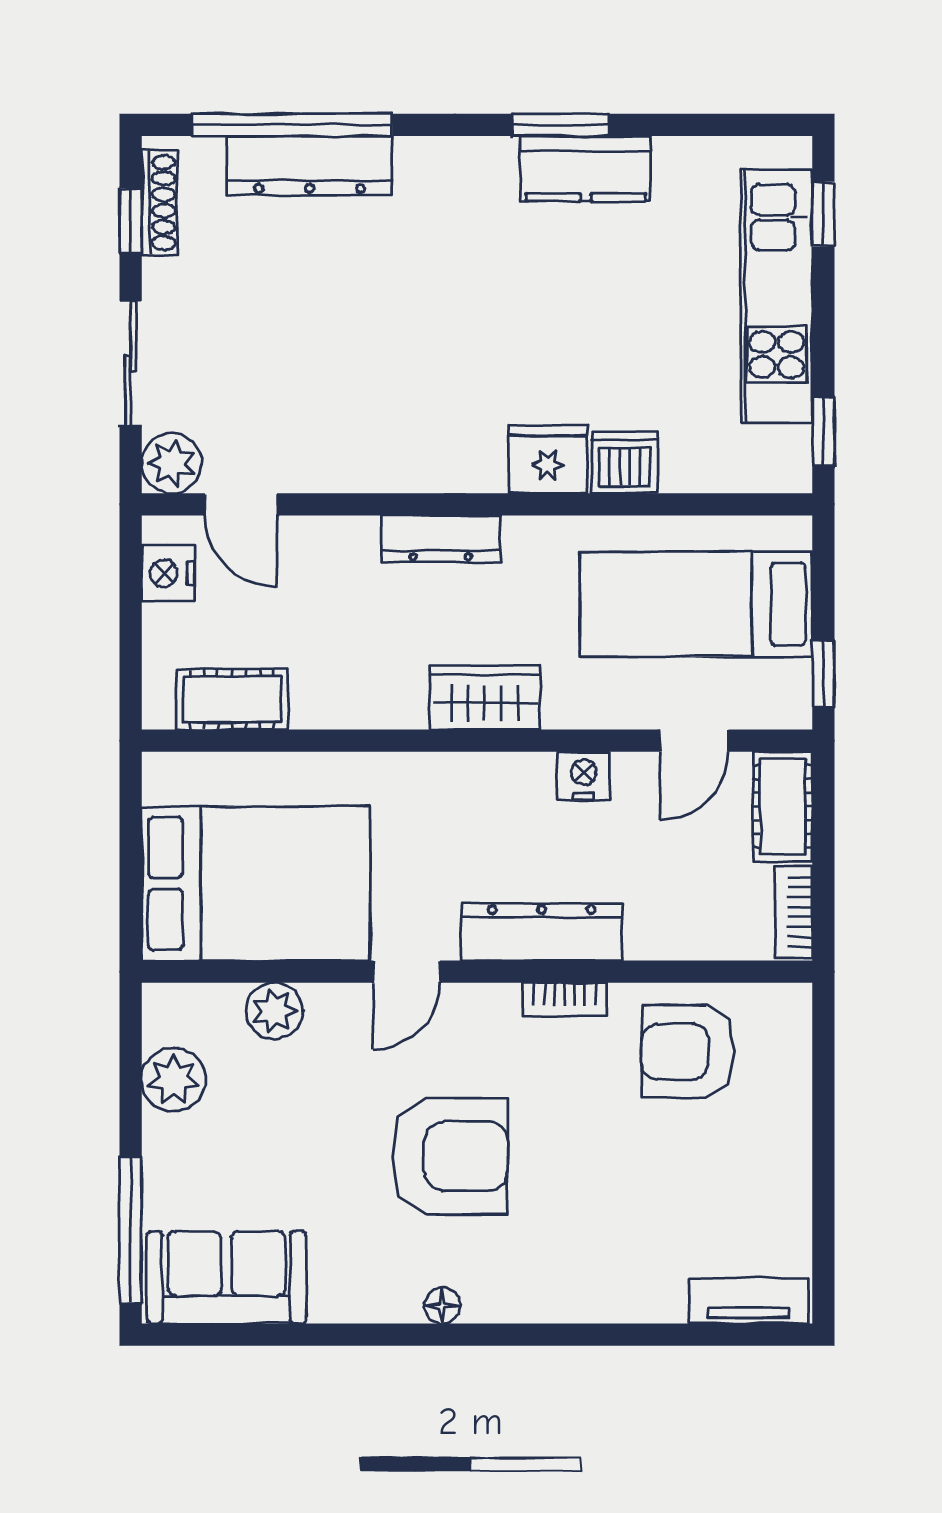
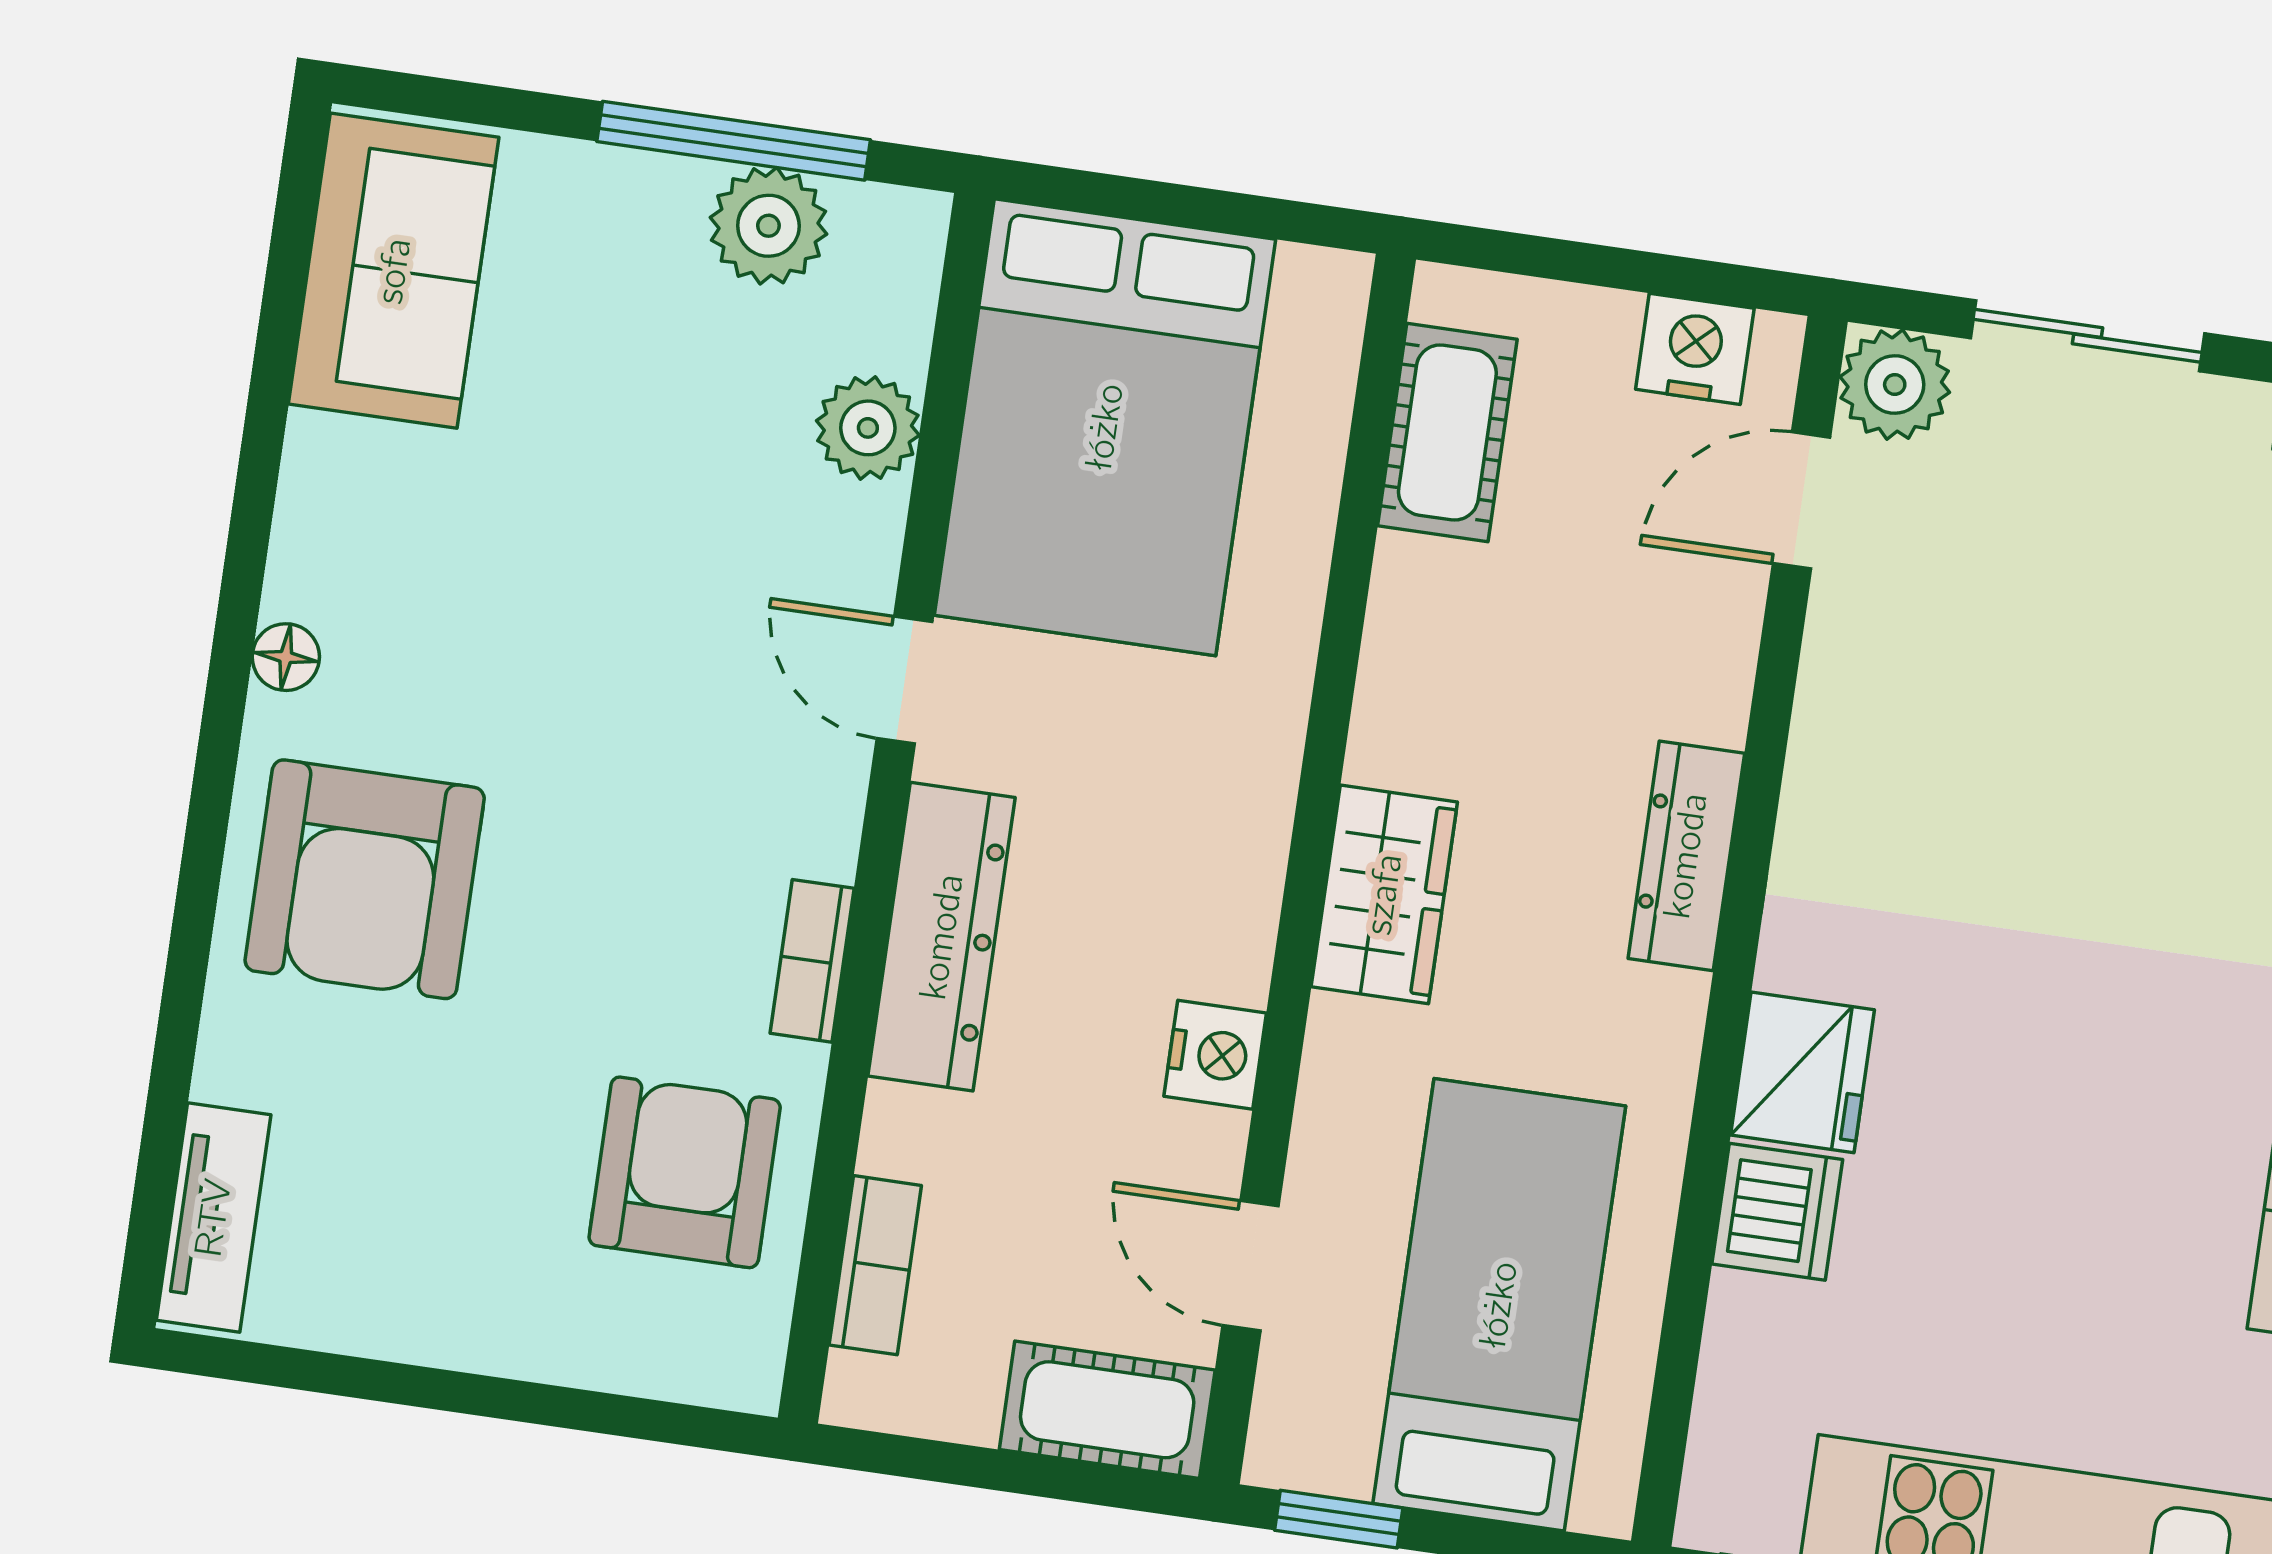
bookcase: (794, 912) -> (875, 1265), moved, turned 90
armchair: (450, 1156) -> (365, 879), moved
window: (131, 1230) -> (734, 141), moved

